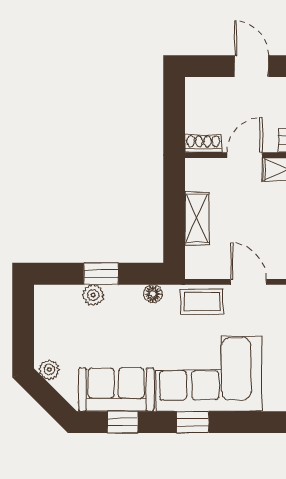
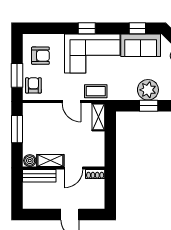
shelving: (197, 219) -> (98, 117), moved
floor lamp: (153, 294) -> (121, 95), removed
plant: (93, 295) -> (148, 90), width x1.88, depth x1.88
window: (193, 422) -> (87, 28), moved

